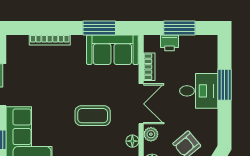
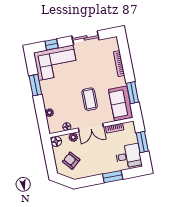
printer: (170, 43) -> (132, 138), removed
desk: (199, 91) -> (128, 156), moved, turned -90
coffee table: (93, 116) -> (90, 99), moved

